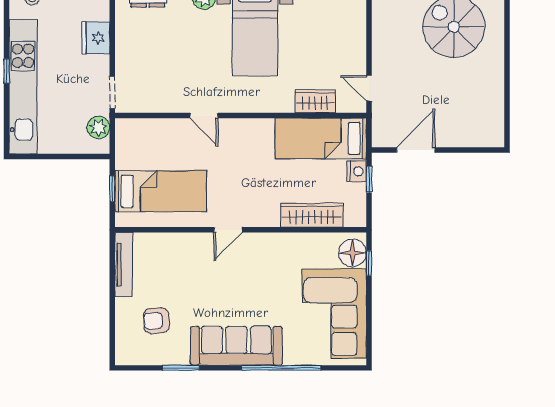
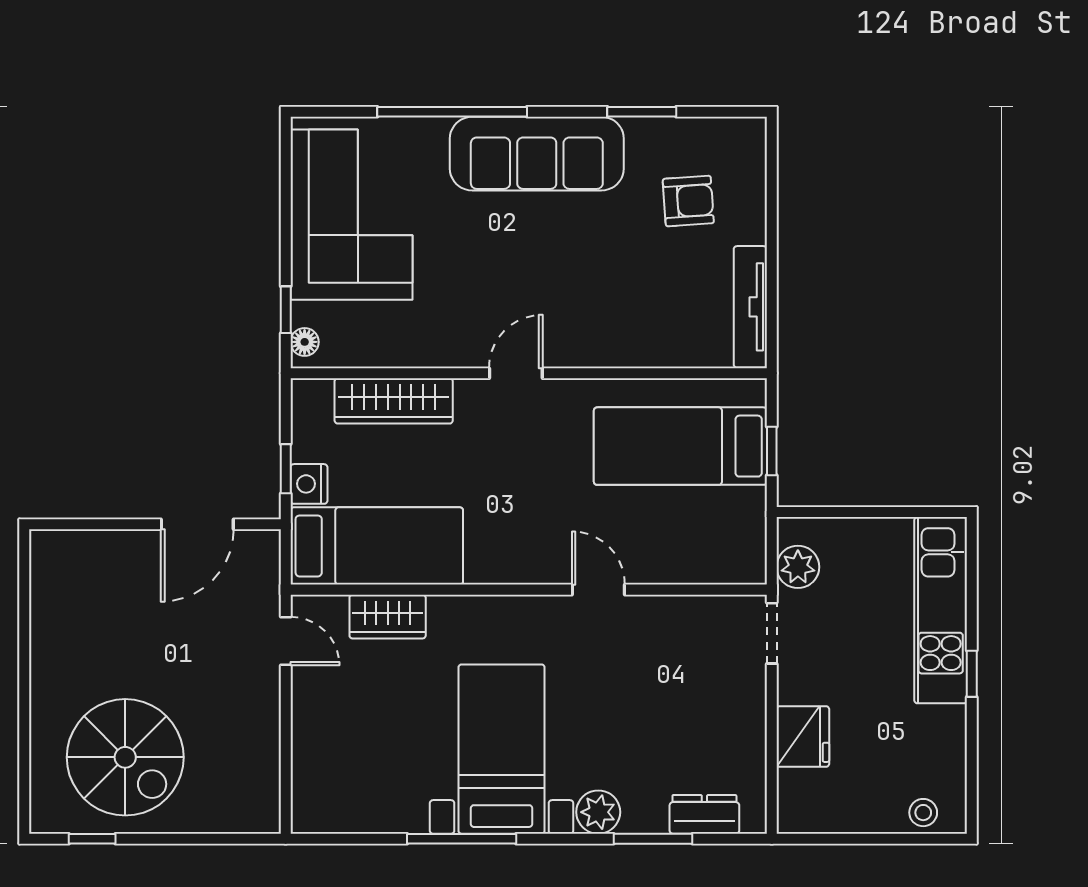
kitchen unit: (23, 87) -> (941, 610), width x0.73
door: (228, 230) -> (516, 373), moved
floor lamp: (352, 253) -> (305, 342), width x0.53, depth x0.53

